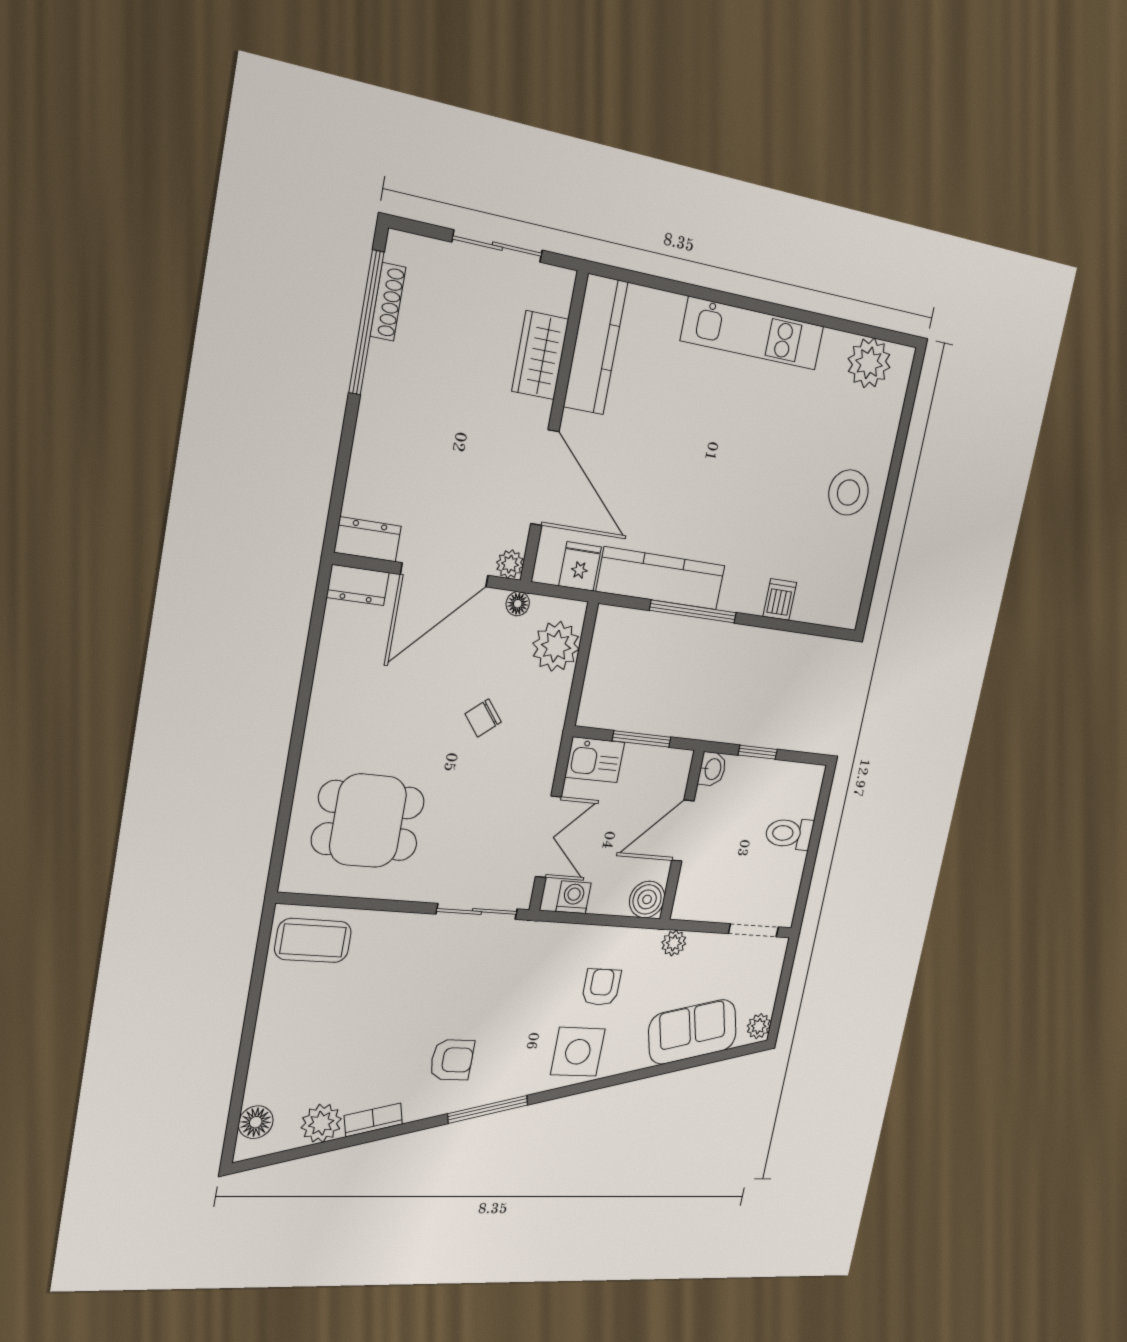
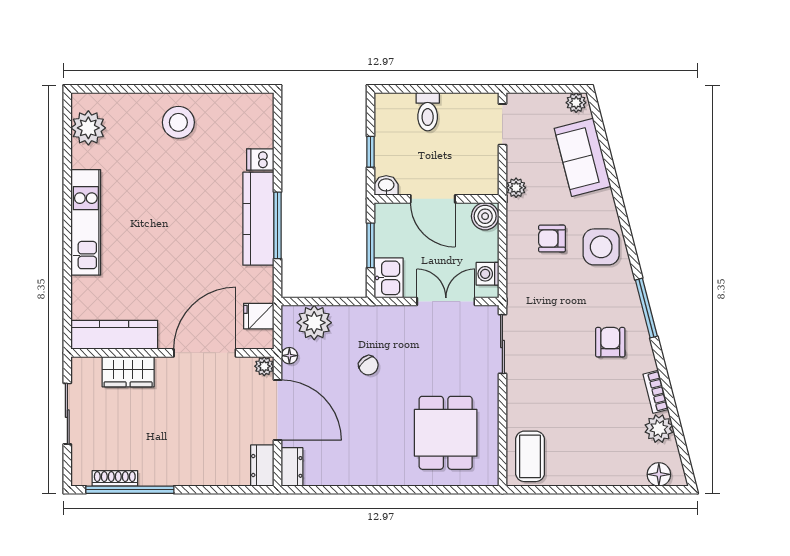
kitchen counter: (661, 578) -> (258, 219), moved

